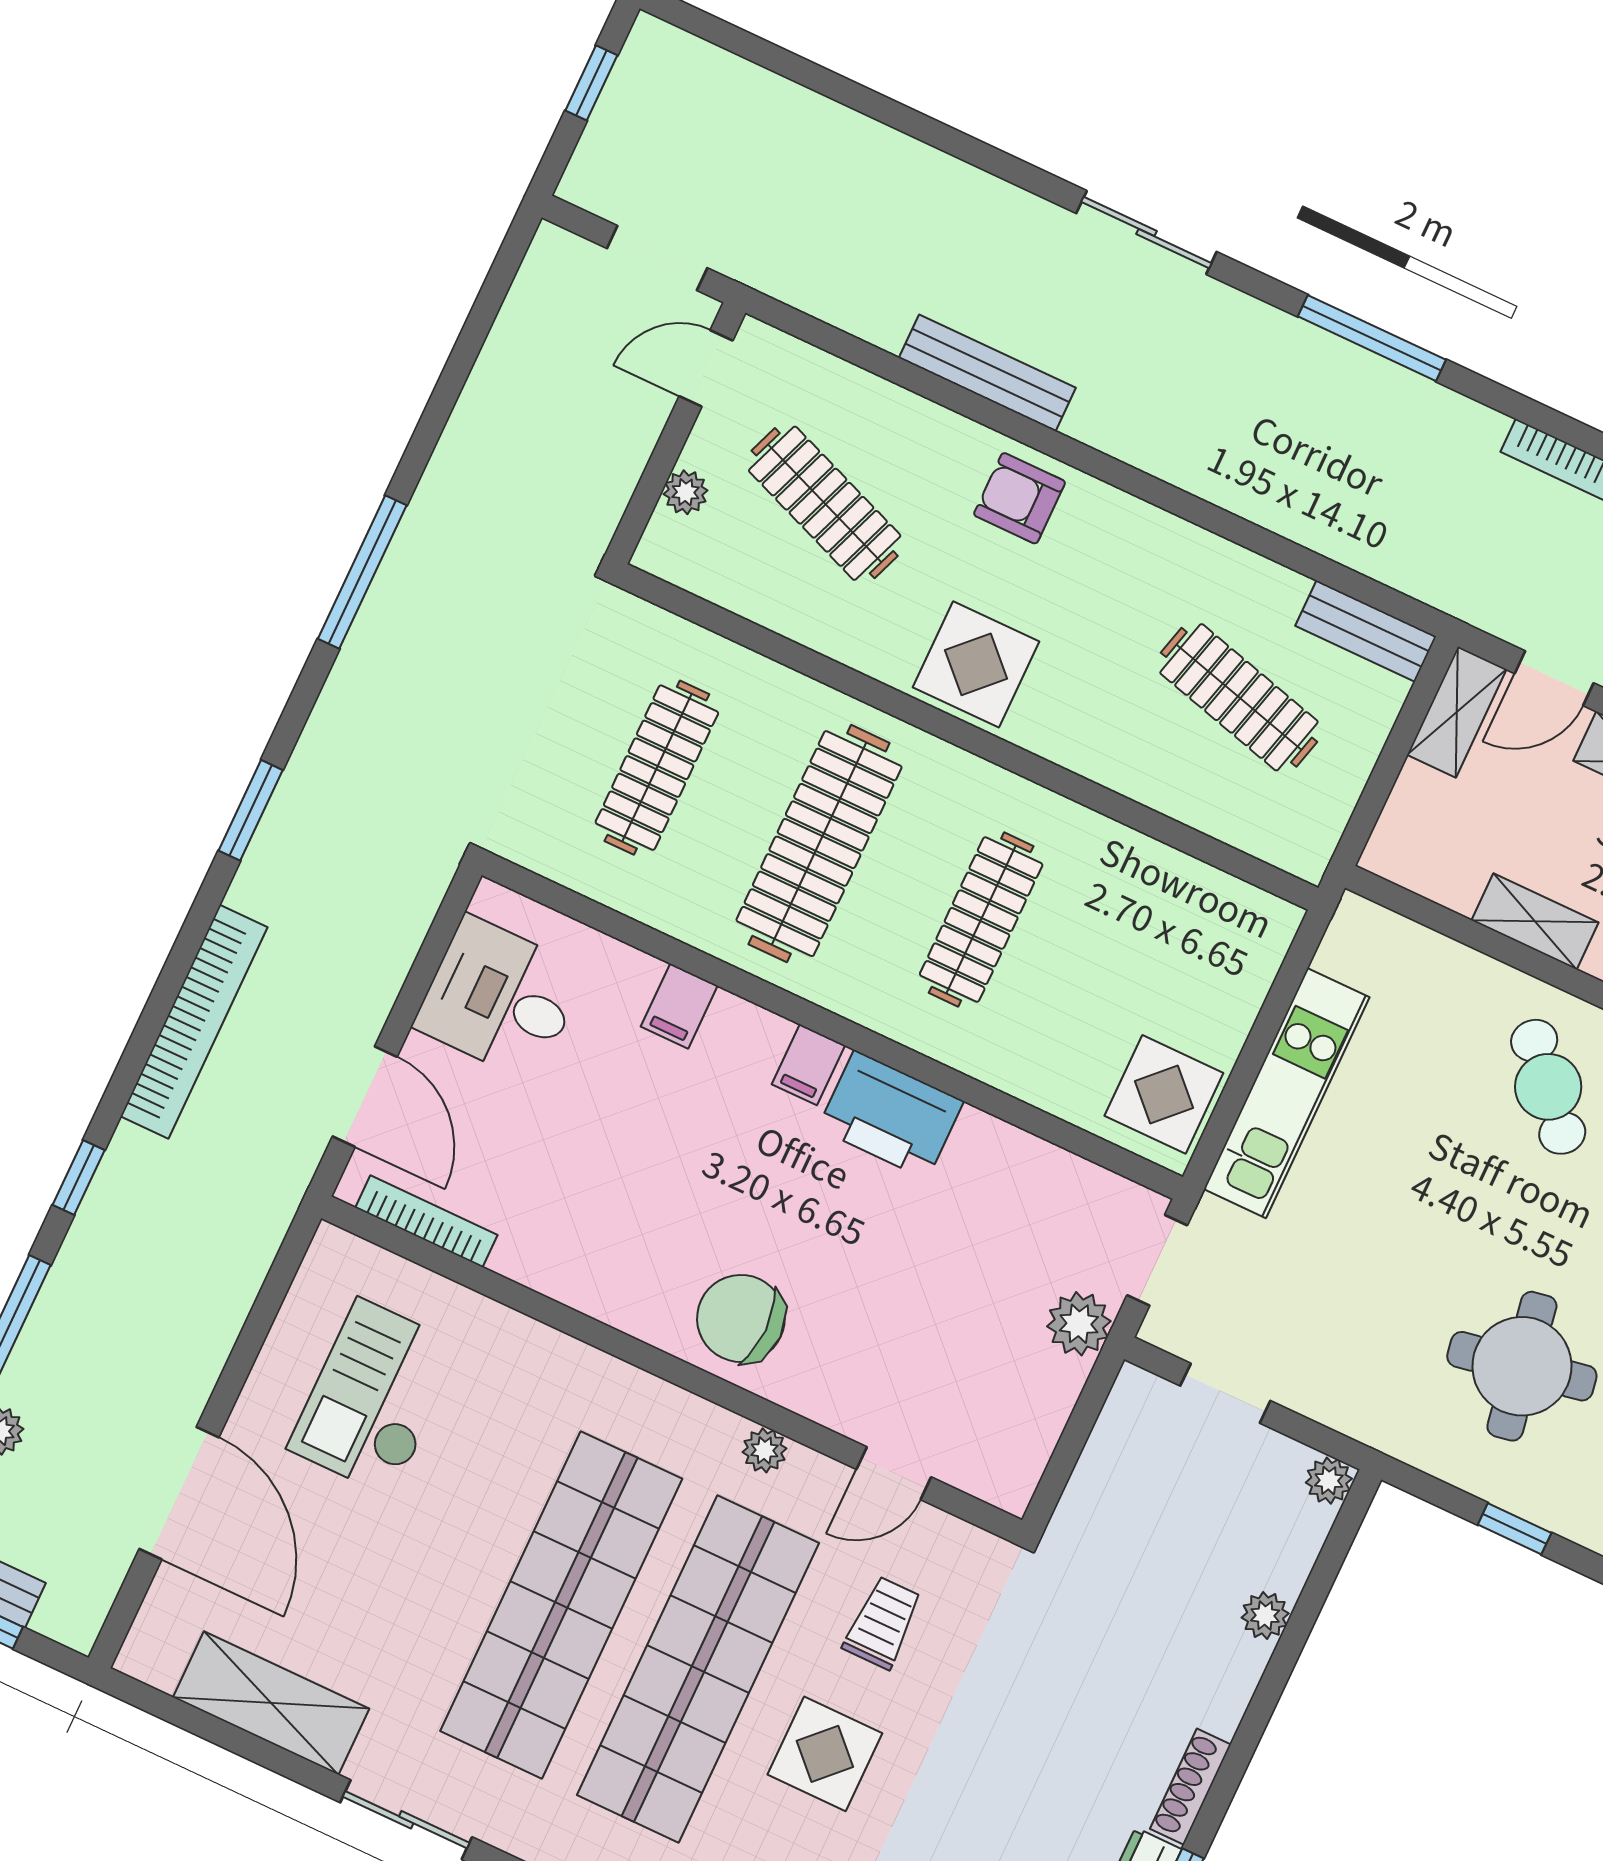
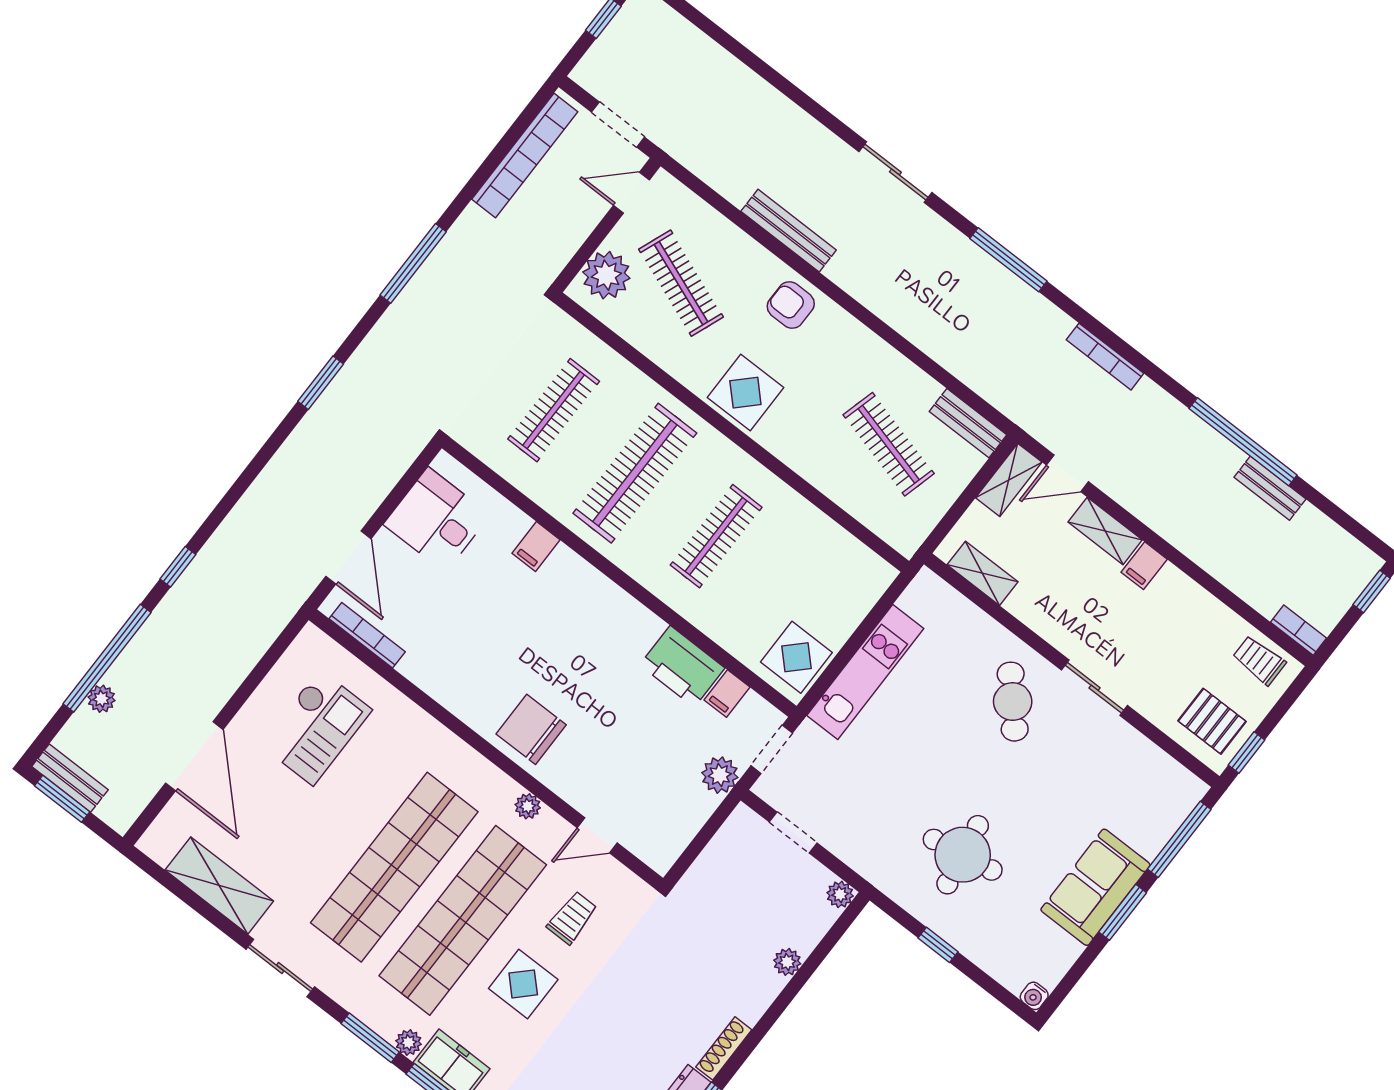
plant: (686, 492) -> (606, 275), width x1.88, depth x1.88
shelving: (1535, 921) -> (983, 573), moved
bookcase: (194, 1022) -> (525, 156), moved
filing cabinet: (808, 1065) -> (727, 694), moved
printer: (891, 1115) -> (682, 666), moved
checkout: (375, 1397) -> (316, 727), turned 180

